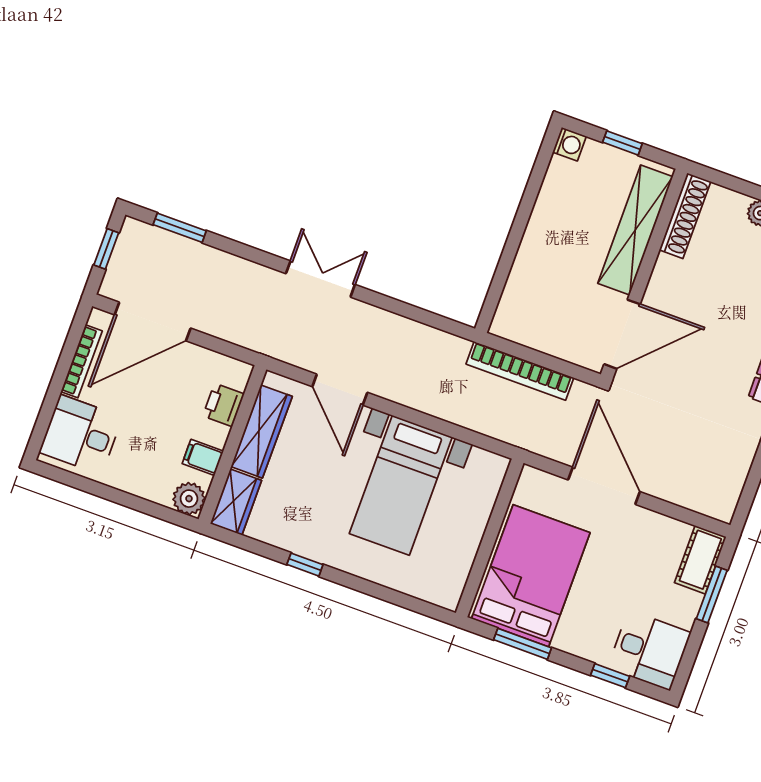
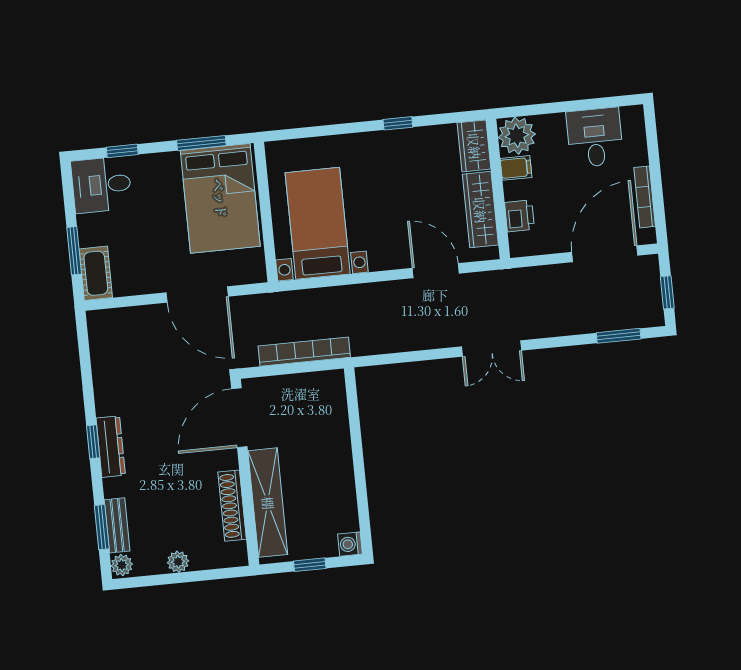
shoe rack: (685, 216) -> (232, 506), moved
desk: (81, 435) -> (595, 138), moved, turned -90
bed with nightstands: (401, 485) -> (318, 223), moved
plant: (189, 499) -> (517, 136), width x1.36, depth x1.36

